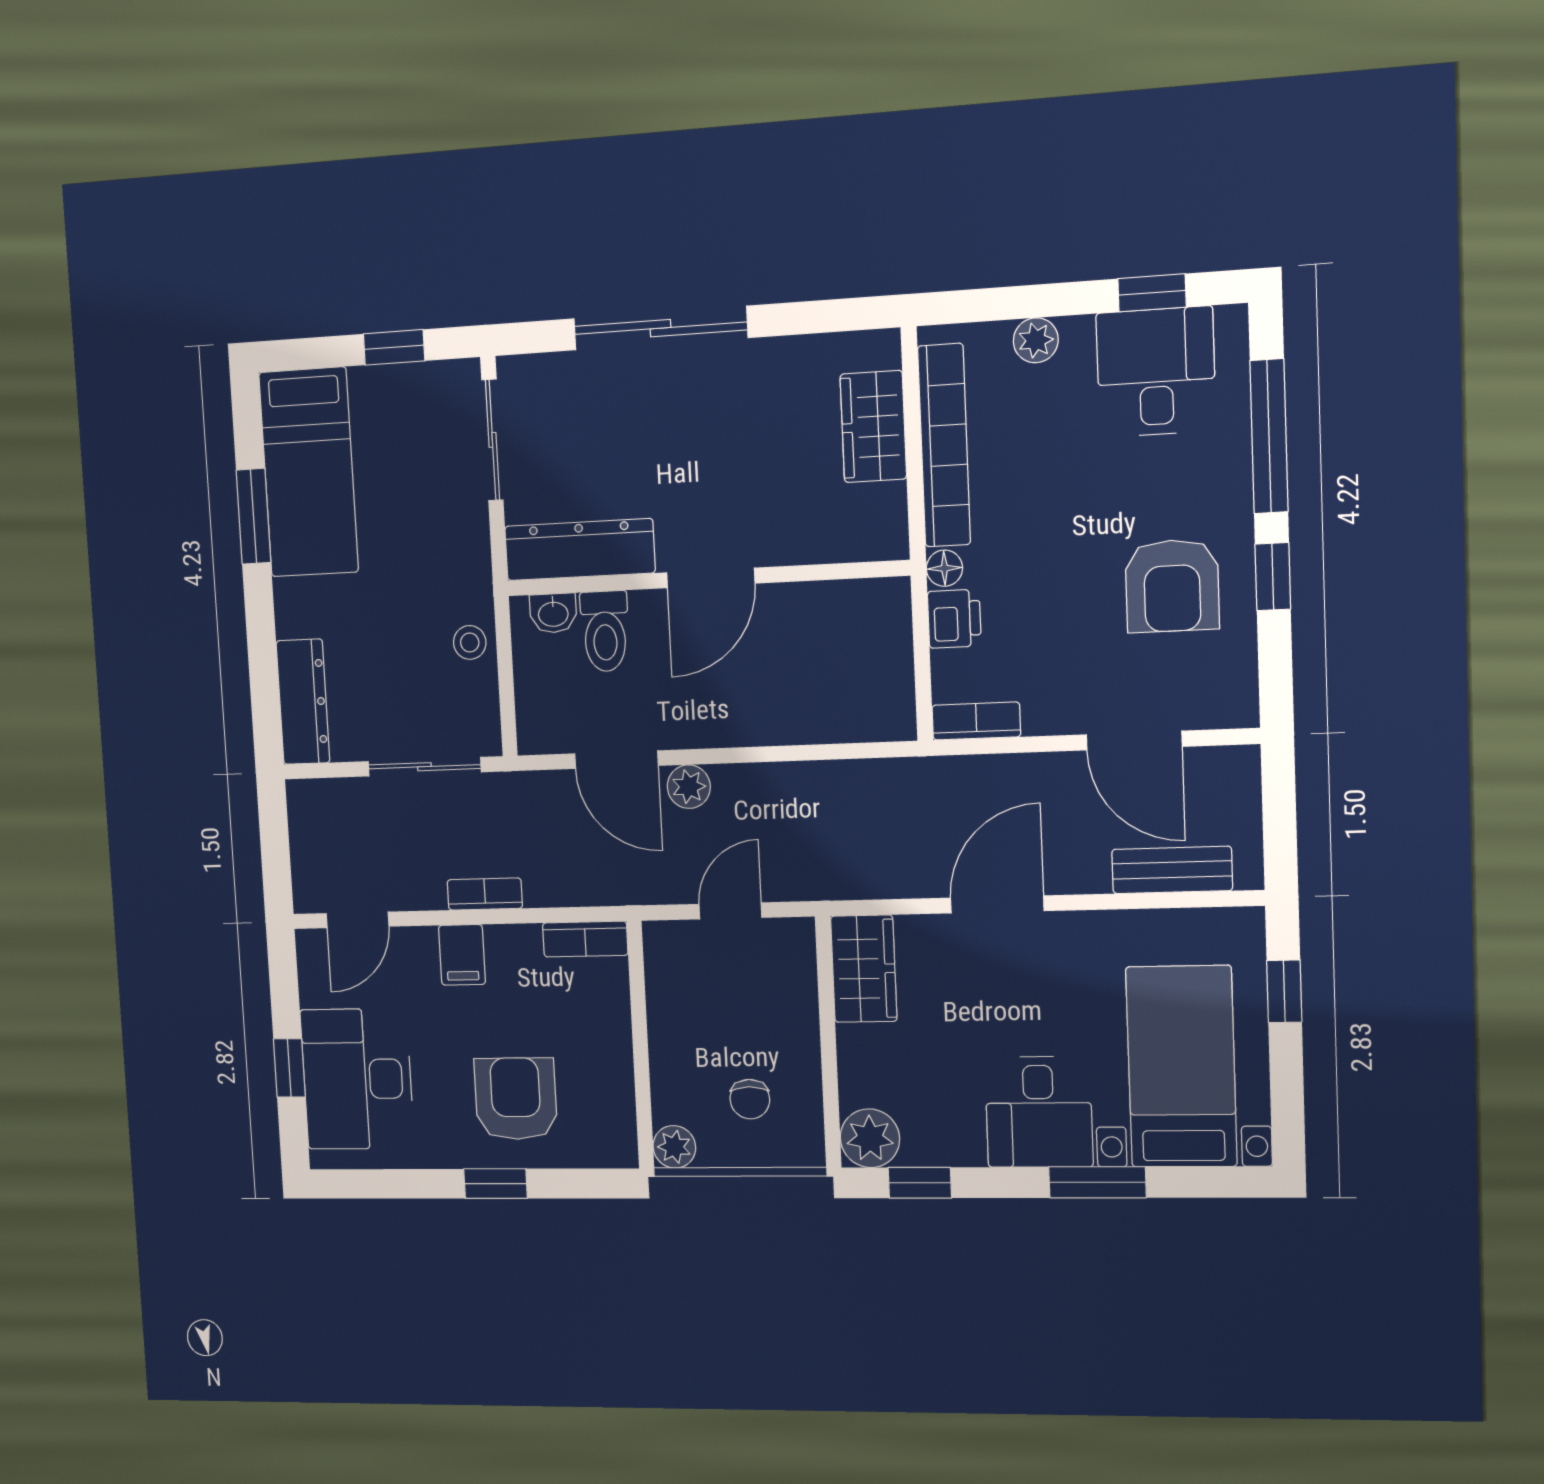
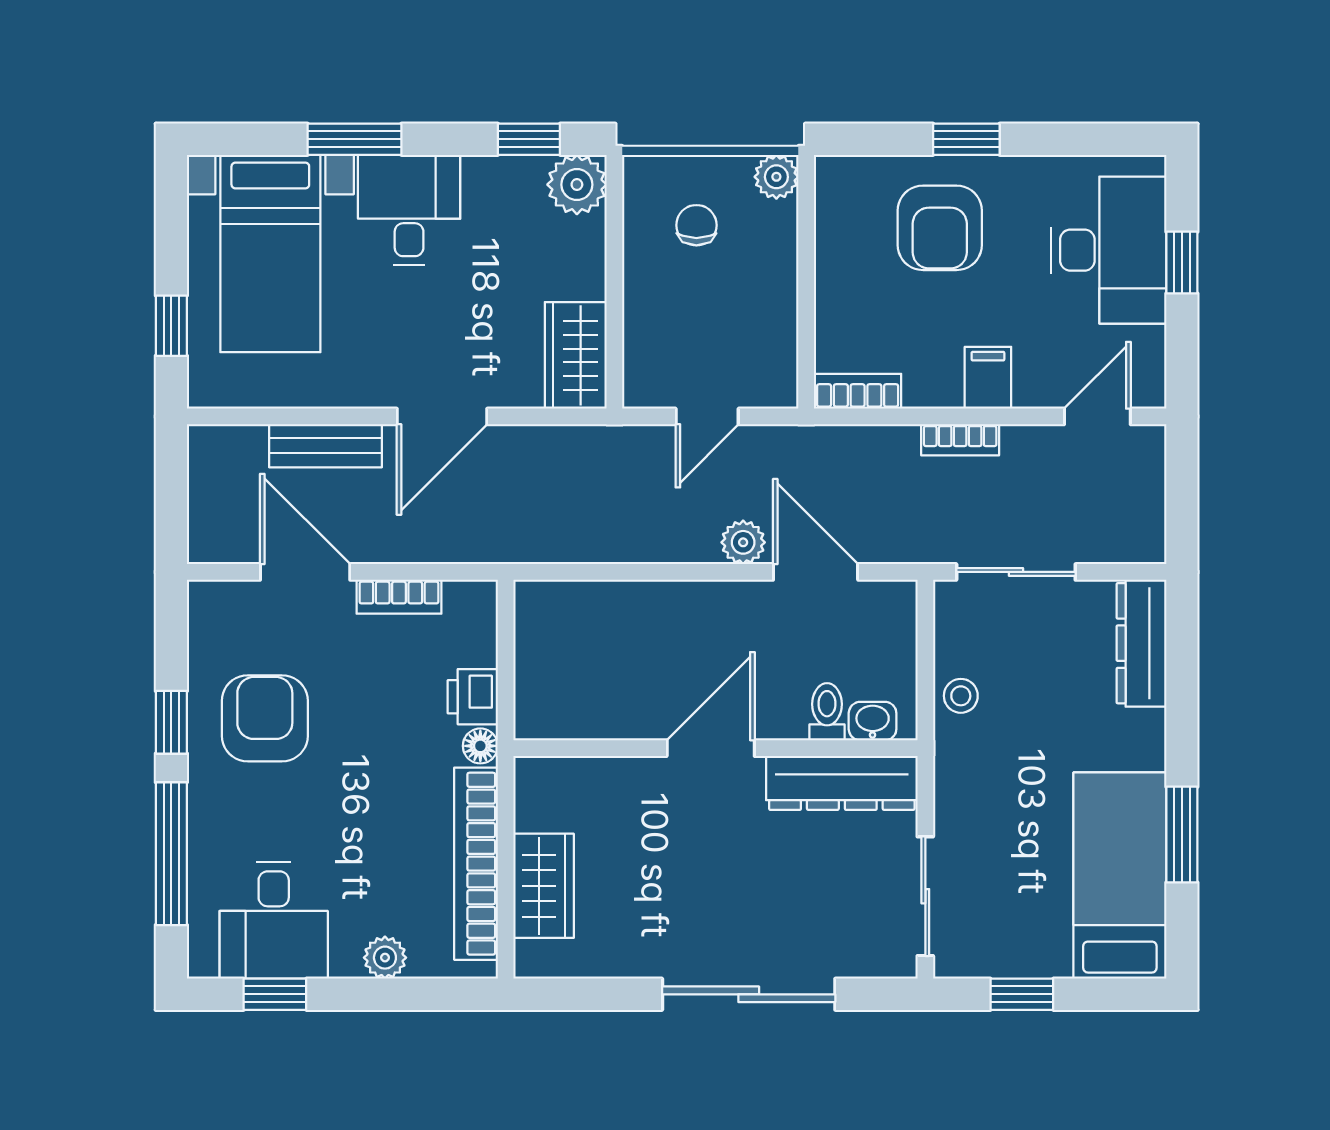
toilet: (605, 631) -> (827, 712), width x0.73, depth x0.72
bookcase: (976, 721) -> (399, 597), moved
bench: (1172, 870) -> (325, 446), moved

